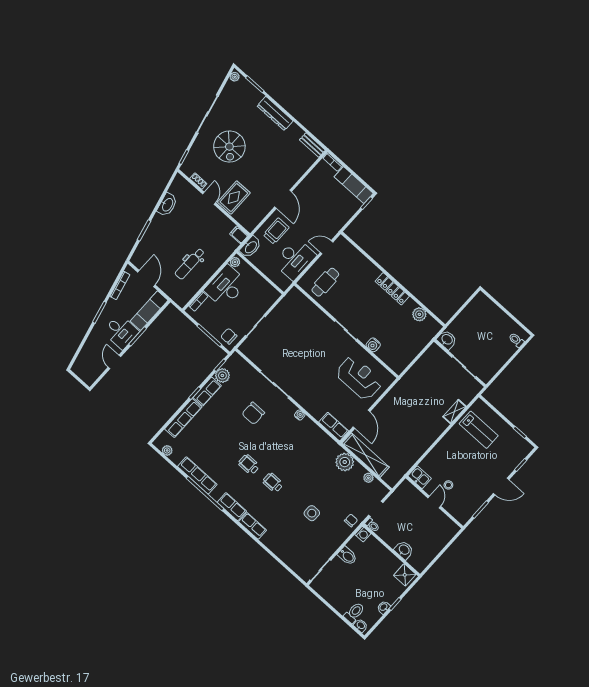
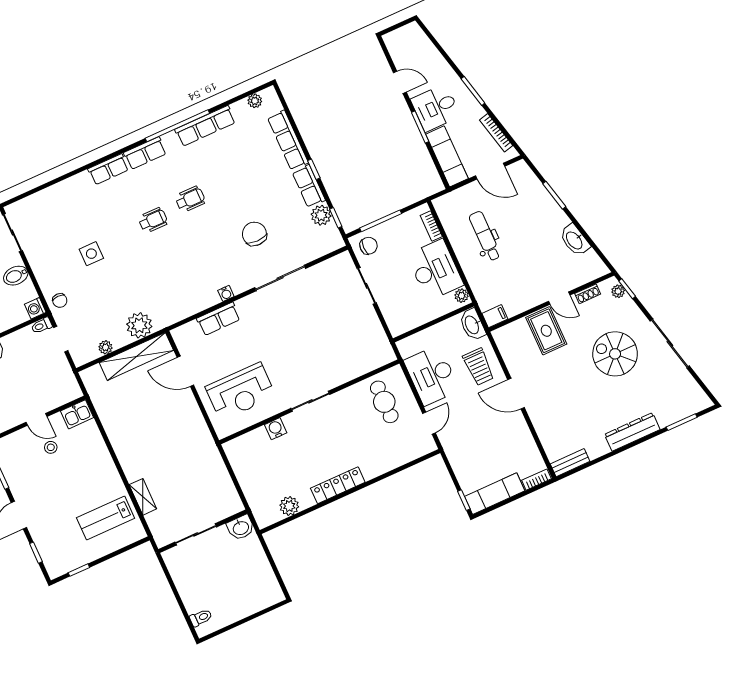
plant: (235, 77) -> (618, 291), moved
row of seats: (334, 427) -> (218, 319), moved

